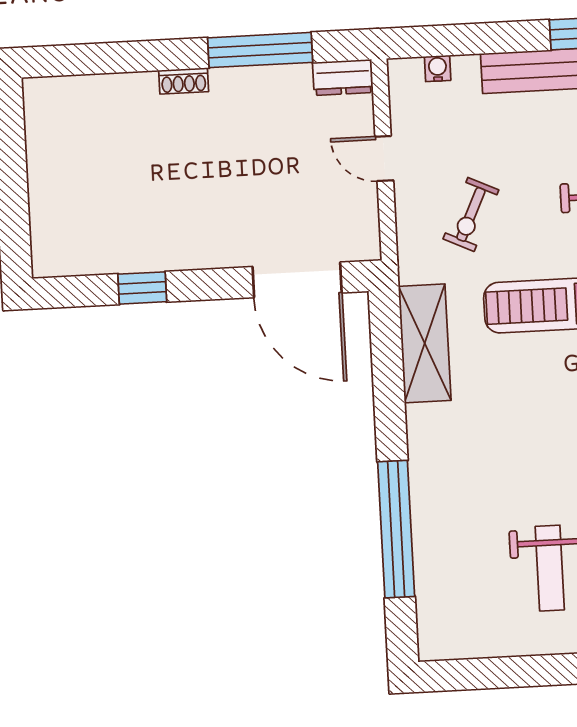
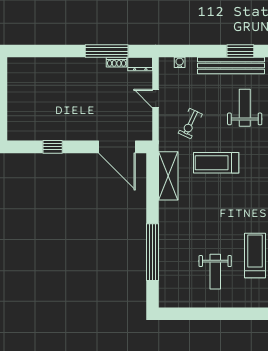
shoe rack: (184, 81) -> (117, 62), moved

